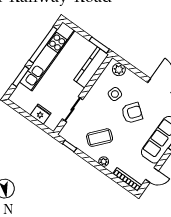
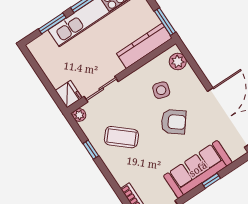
fridge: (41, 114) -> (69, 94), moved
window: (70, 146) -> (91, 150), moved
plant: (104, 162) -> (79, 115), moved

